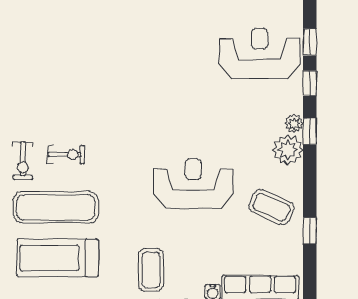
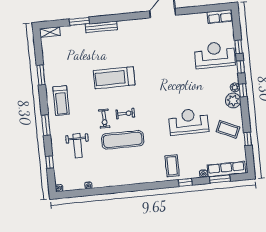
treadmill: (58, 258) -> (114, 78), moved

